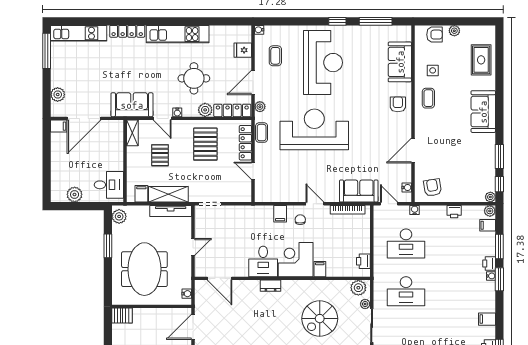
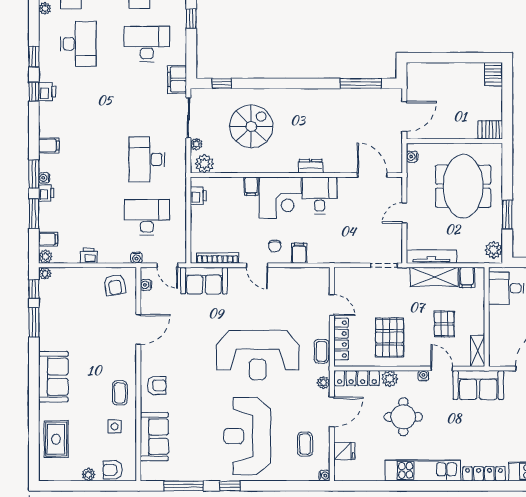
armchair: (398, 104) -> (157, 385), turned -90
desk: (406, 291) -> (147, 159), turned -90
filing cabinet: (487, 319) -> (49, 146), moved

